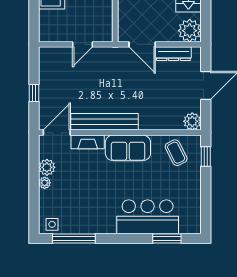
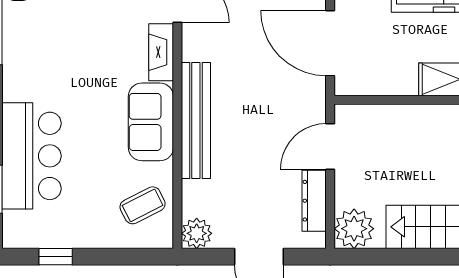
door: (82, 44) -> (330, 43), width x1.88
bench: (104, 122) -> (196, 121), moved
window: (206, 156) -> (56, 257), moved

